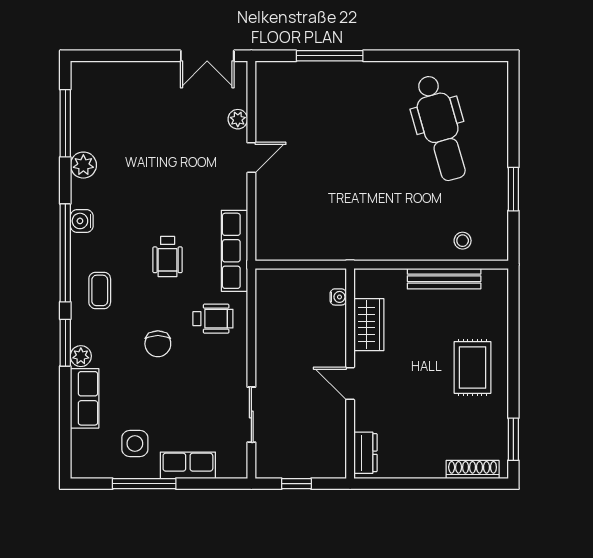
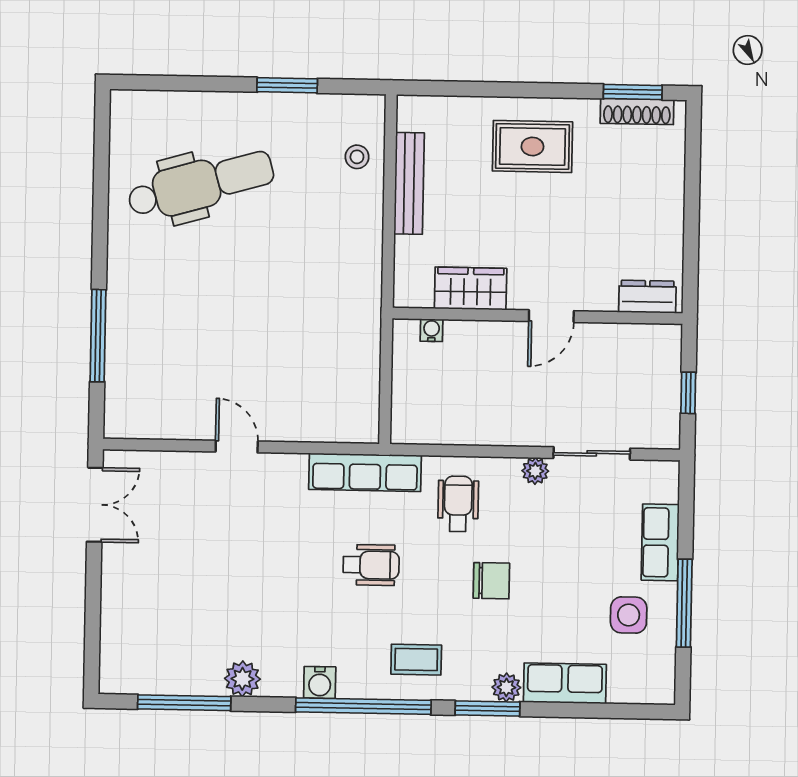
plant: (238, 119) -> (535, 471), moved
shoe rack: (473, 469) -> (637, 111), moved, turned -90

